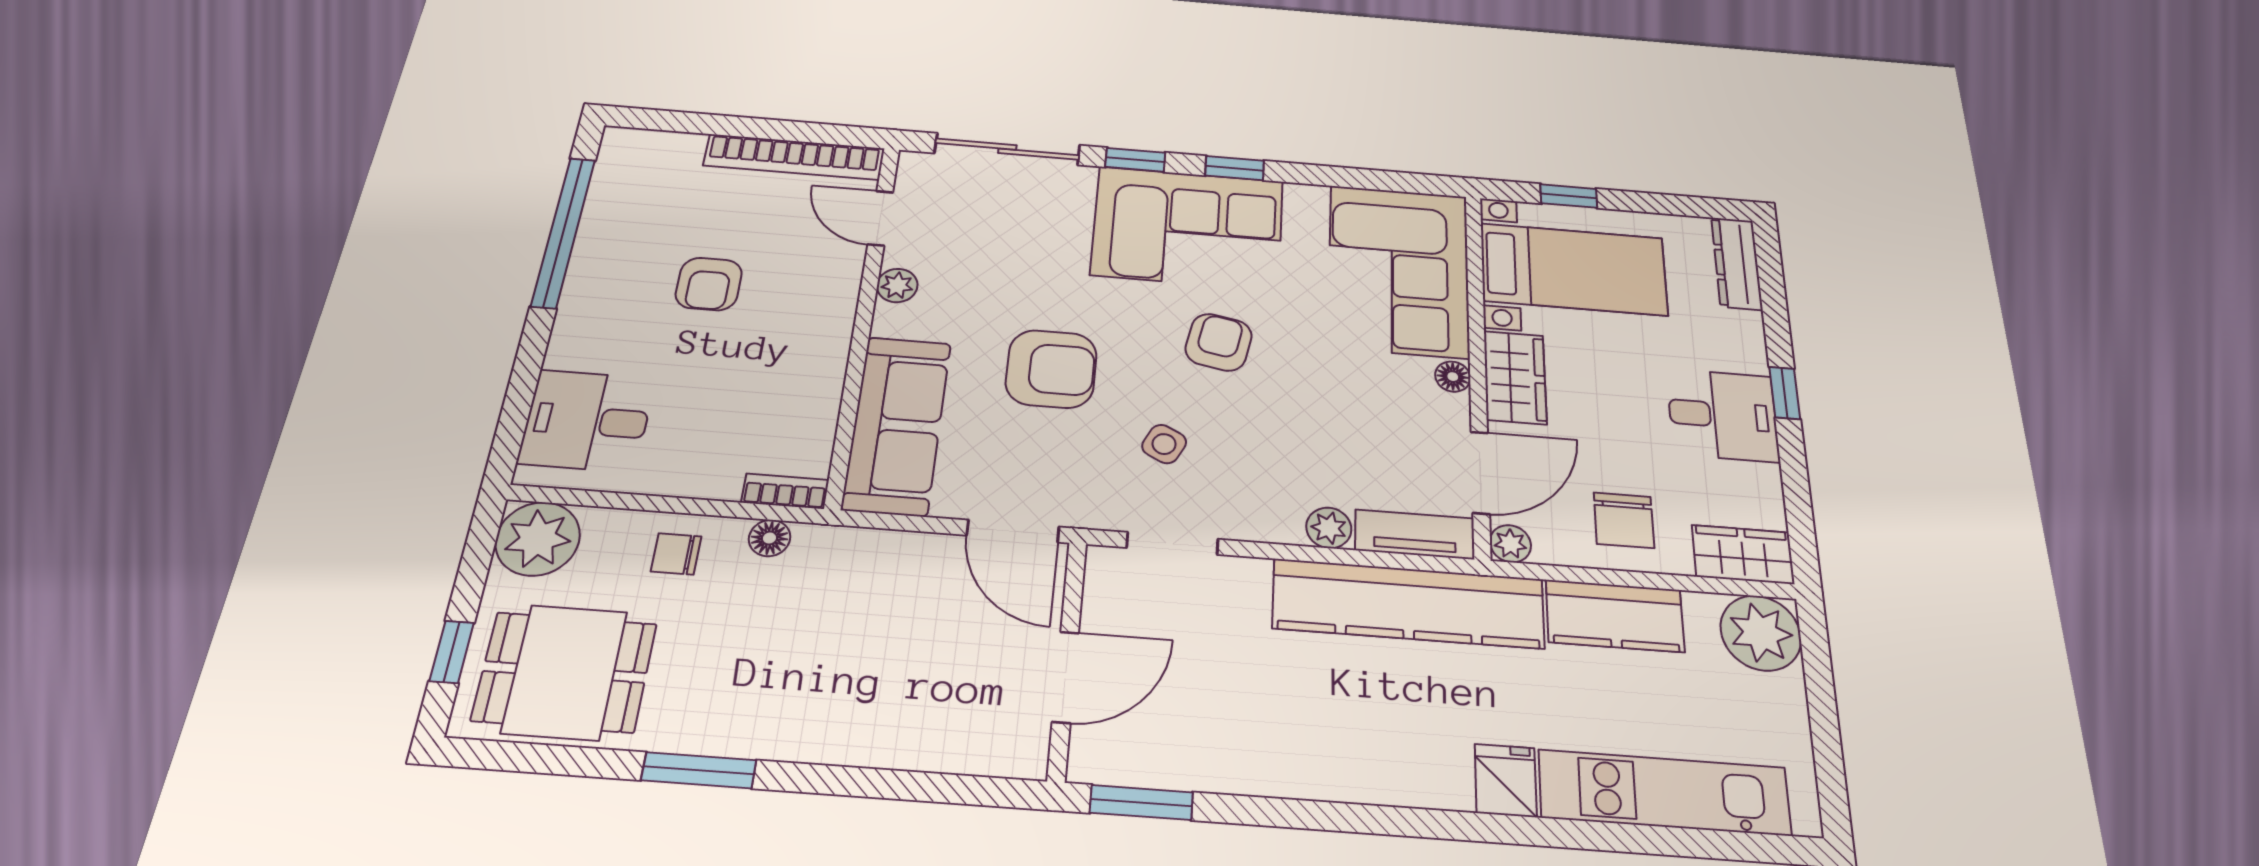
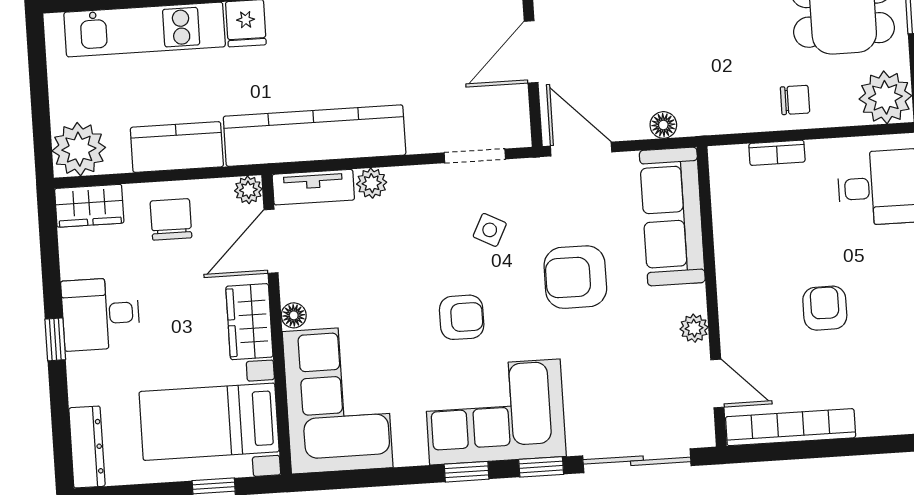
armchair: (1219, 342) -> (462, 317), turned -101
bookcase: (785, 491) -> (777, 153), moved
floor lamp: (769, 538) -> (663, 125), moved

